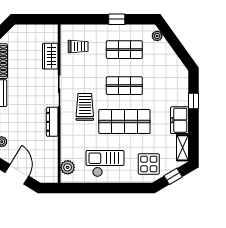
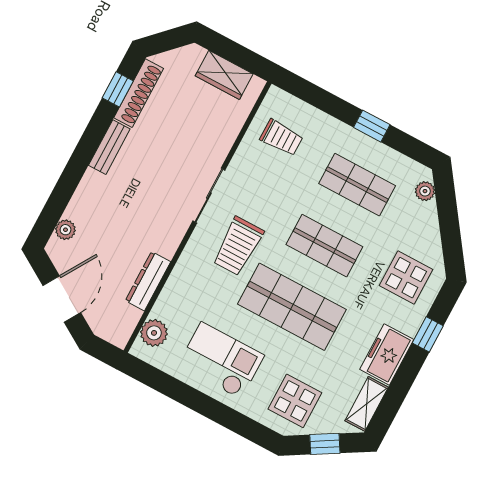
wardrobe: (50, 56) -> (224, 75), moved, turned -90
display table: (170, 80) -> (406, 278), added
trolley: (85, 107) -> (238, 246), turned 180
dresser: (52, 122) -> (148, 281), moved

